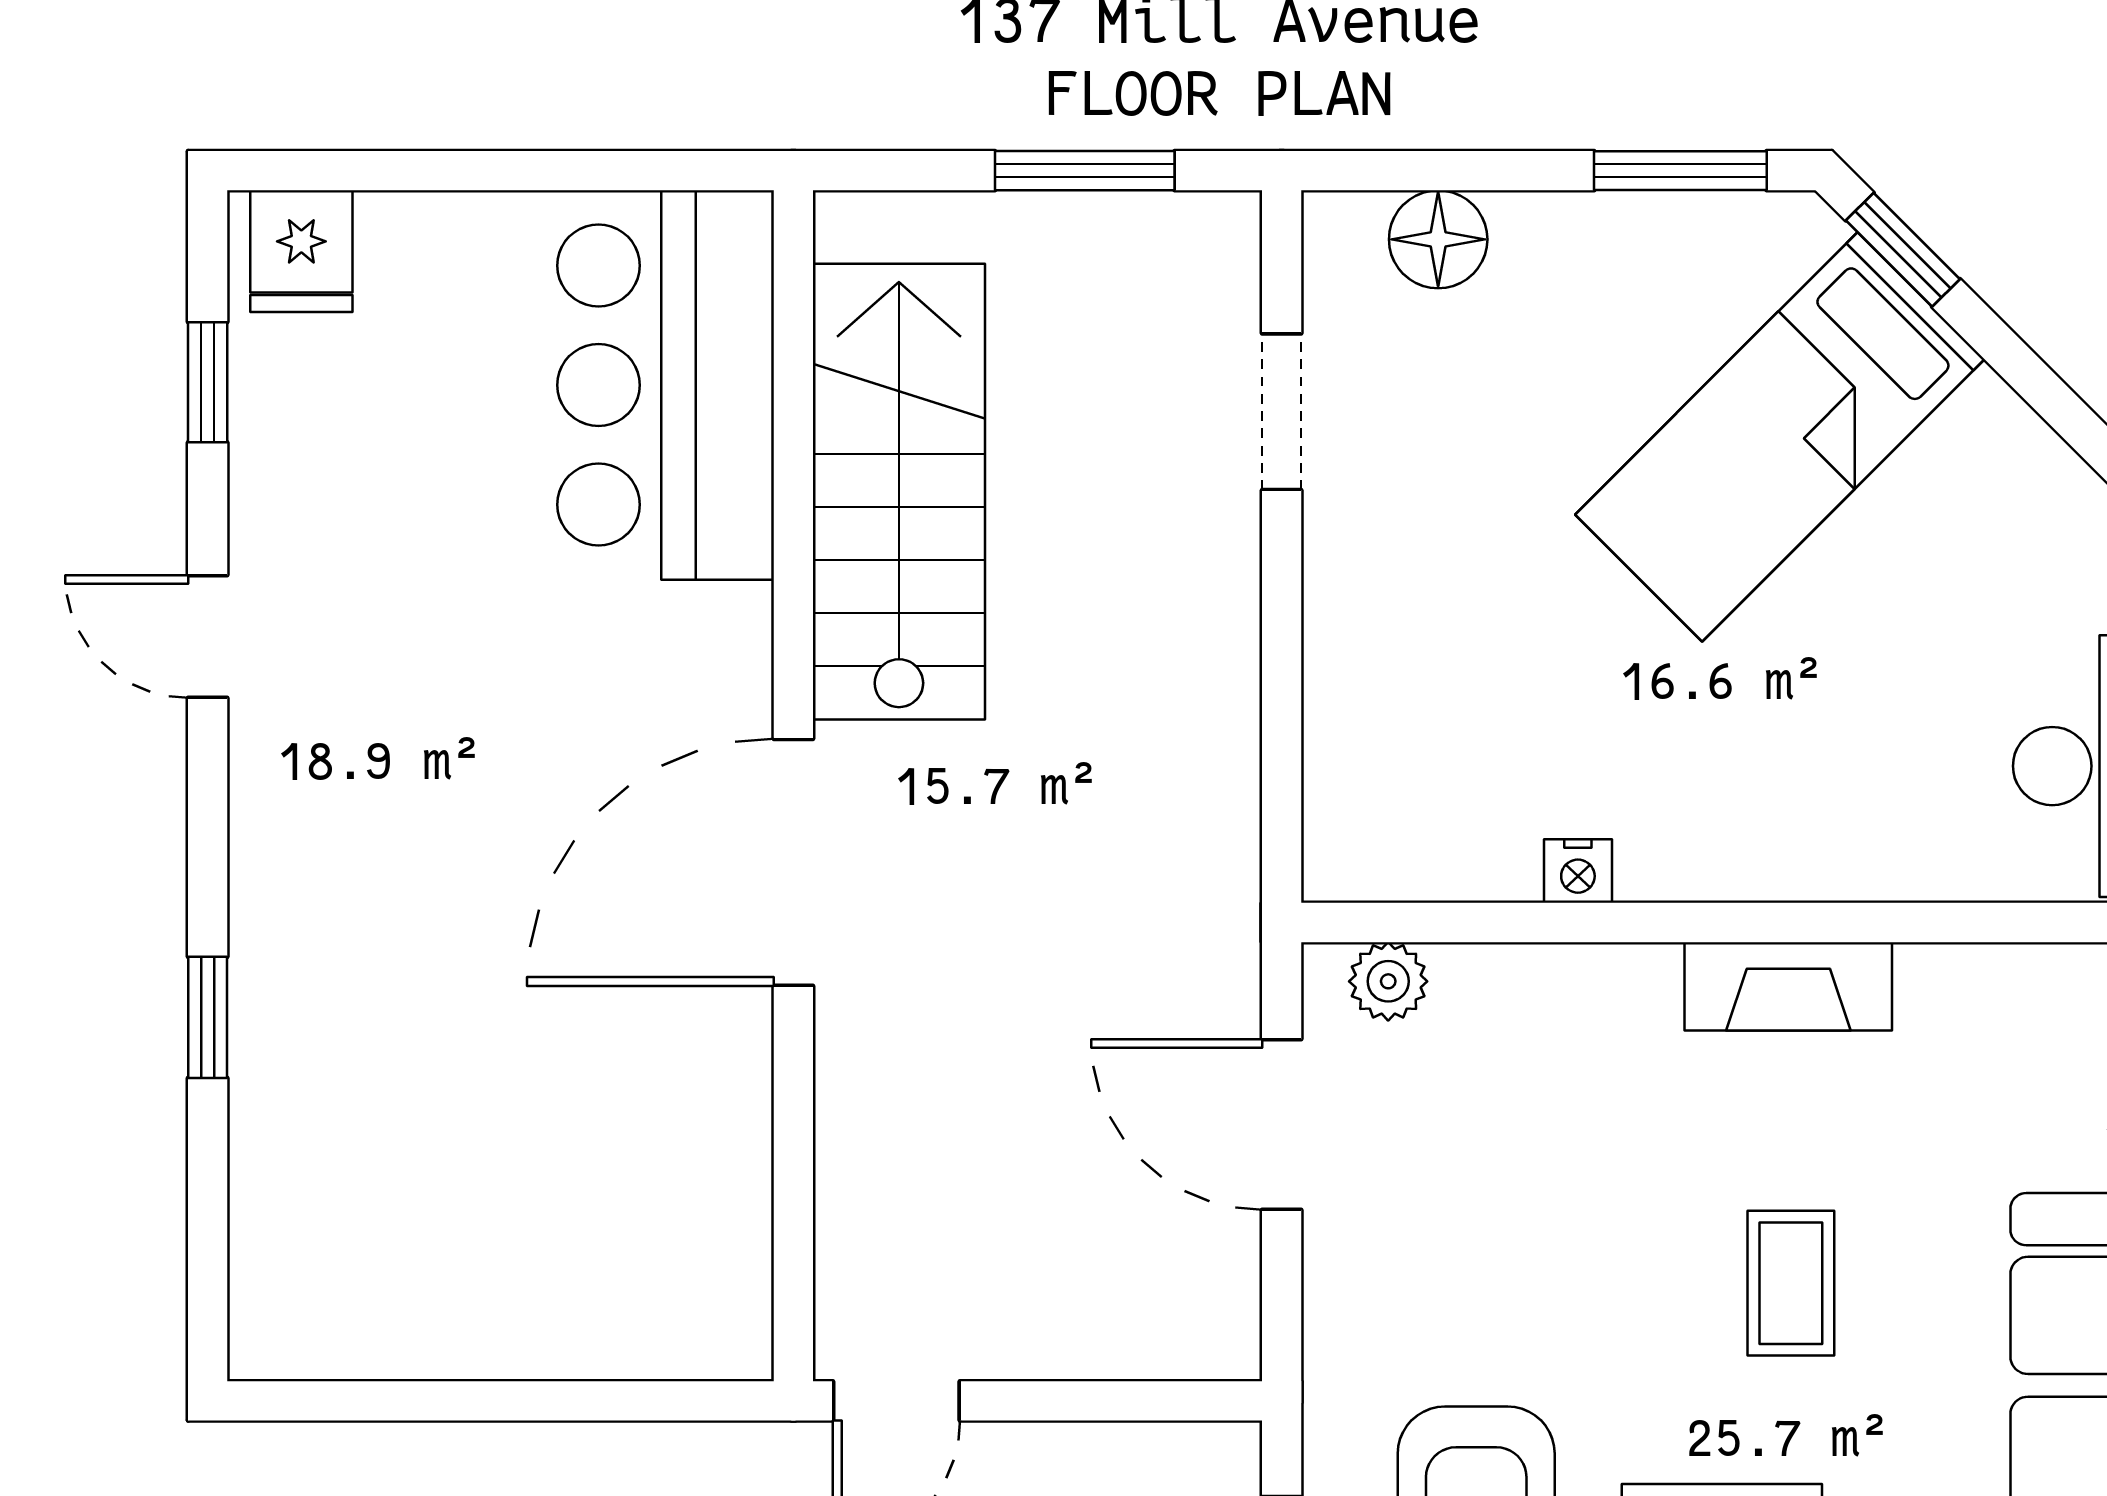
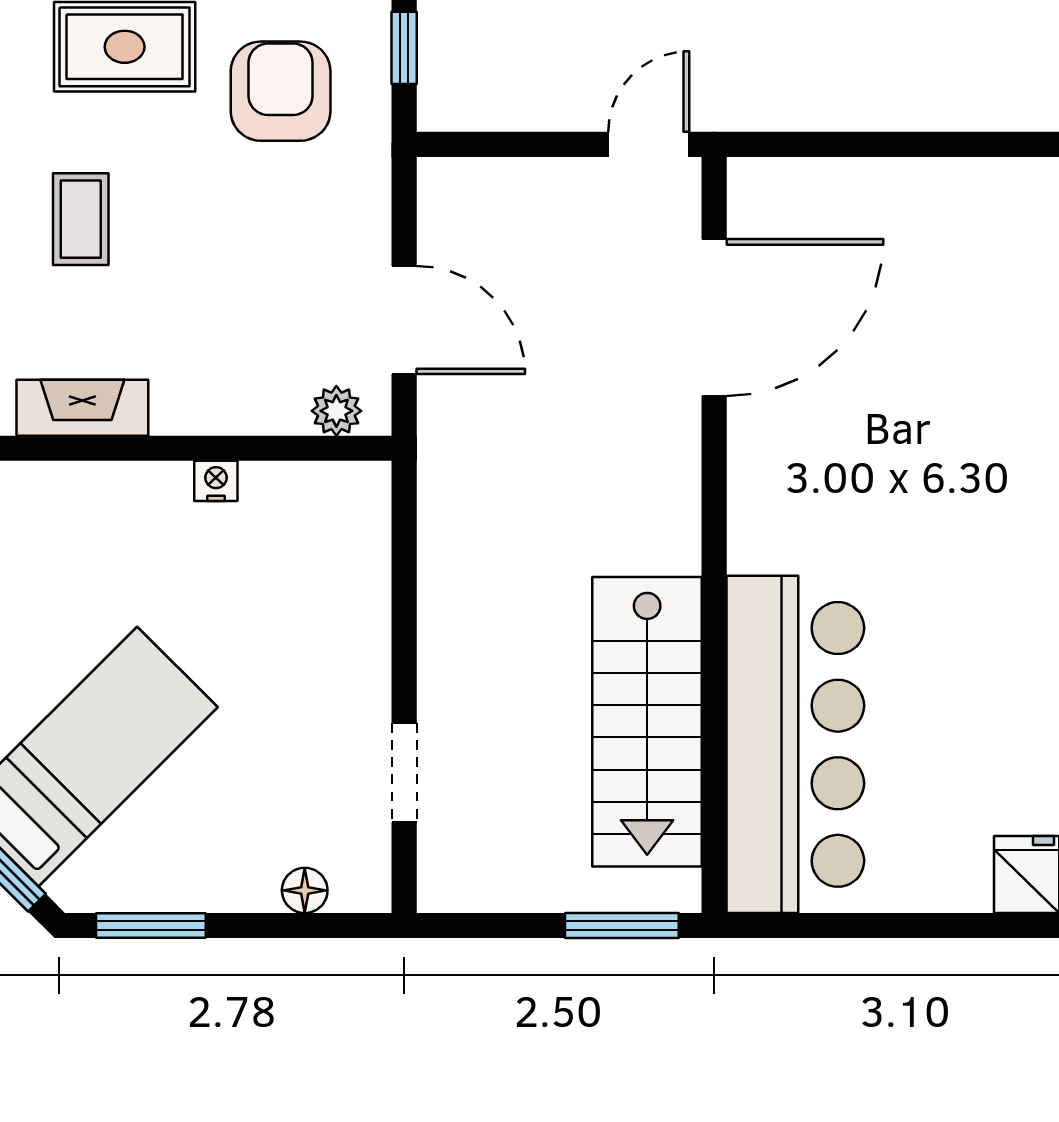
window: (1085, 171) -> (622, 926), moved
floor lamp: (1438, 239) -> (305, 890), width x0.73, depth x0.73
bar counter: (666, 385) -> (795, 744), width x1.36
door: (793, 862) -> (714, 317), moved

